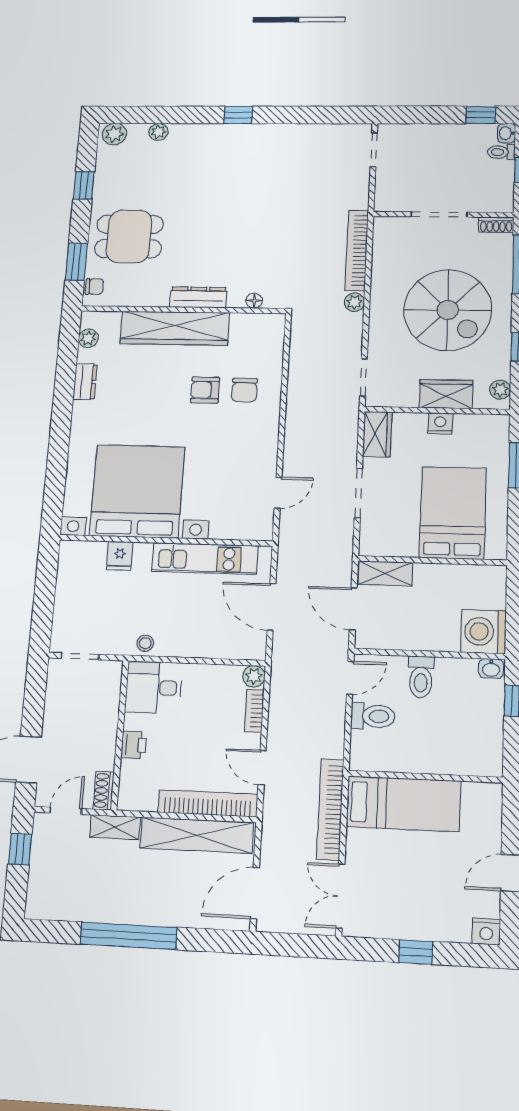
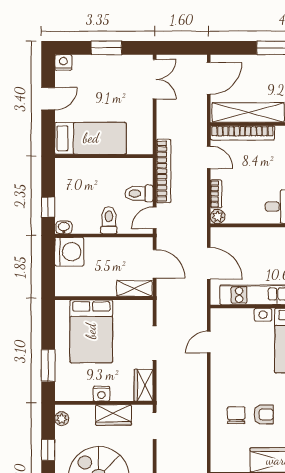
wardrobe: (446, 394) -> (113, 415), moved
bed: (403, 804) -> (91, 138), moved, turned 180
bookcase: (330, 809) -> (164, 171), moved
window: (416, 952) -> (106, 48), width x1.50

